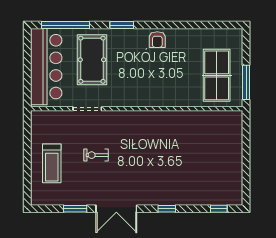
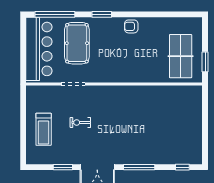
armchair: (157, 40) -> (131, 26), turned 90
window: (246, 82) -> (205, 62), width x0.69
window: (167, 209) -> (139, 167), width x2.17

